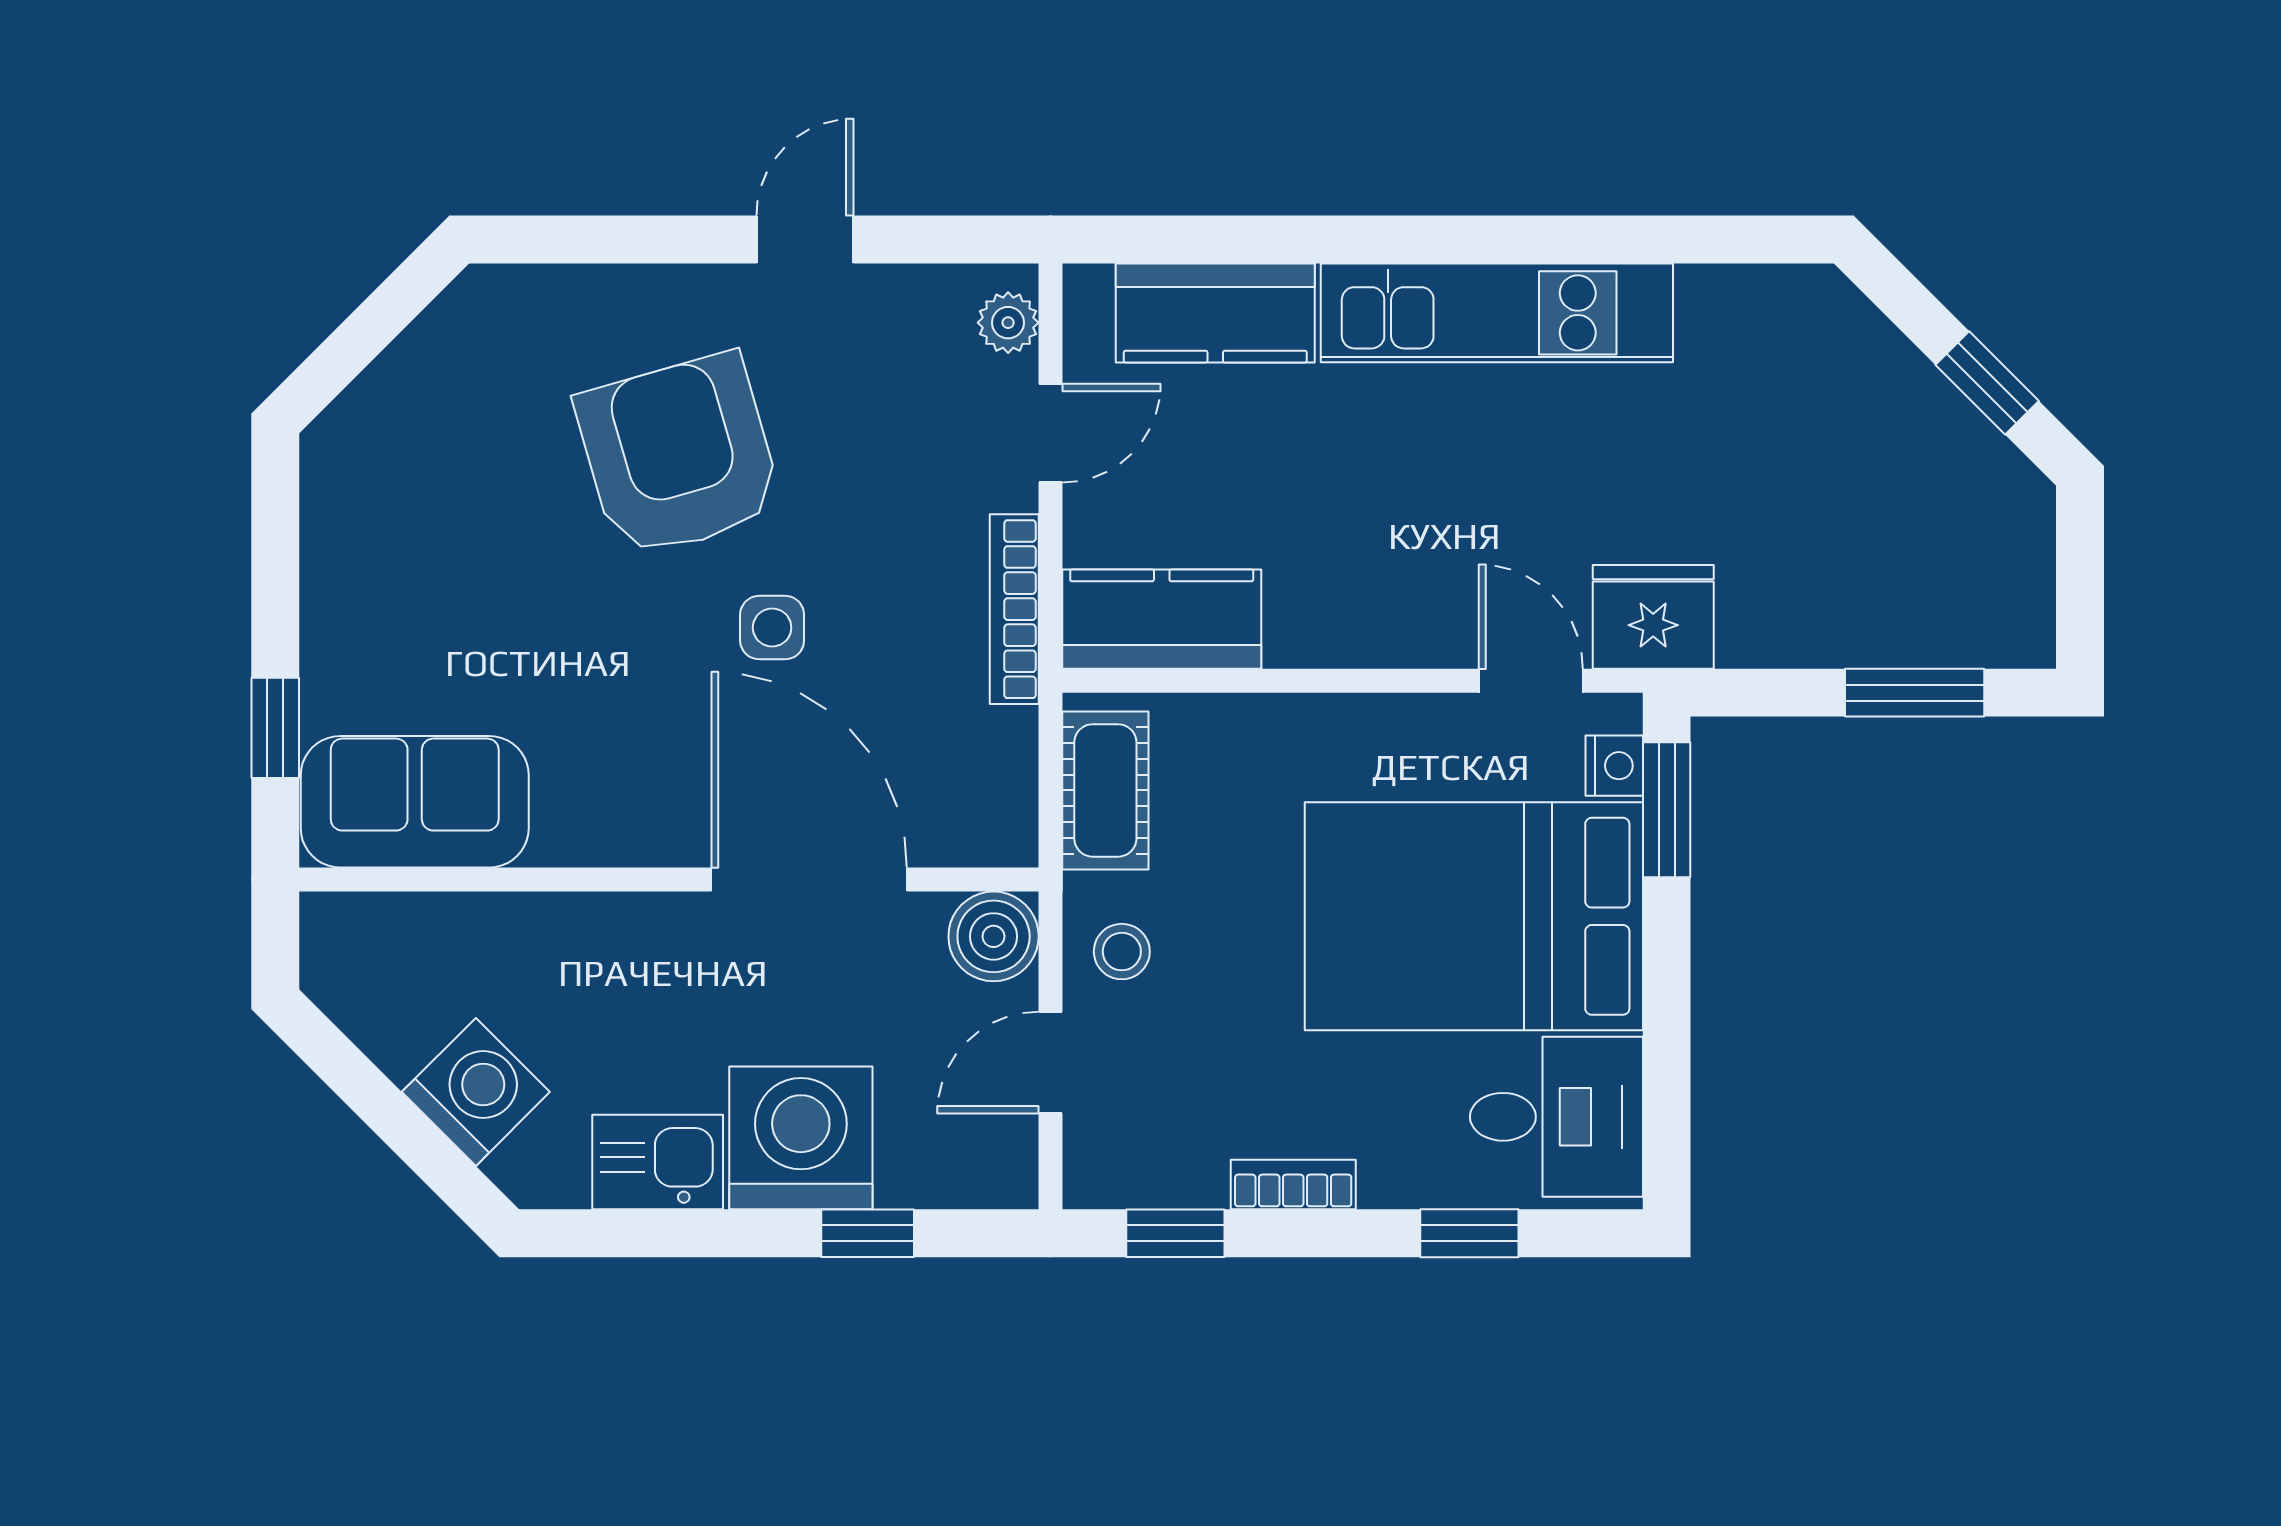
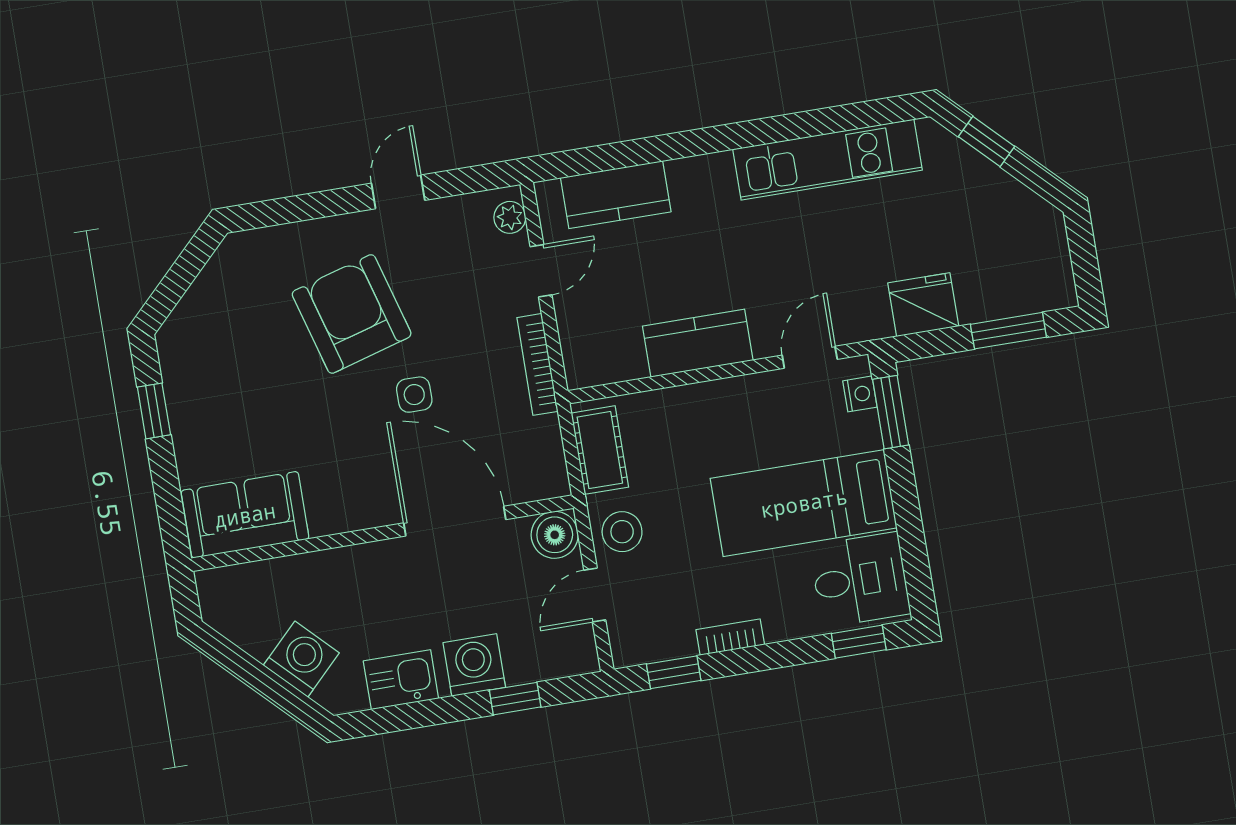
kitchen unit: (1497, 313) -> (827, 160), moved
window: (1987, 383) -> (987, 141), moved
fridge: (1653, 617) -> (923, 305), moved
kitchen counter: (1162, 619) -> (698, 343), moved
door: (1531, 681) -> (810, 357), hinge flipped
window: (275, 728) -> (154, 411), moved
bed: (1474, 916) -> (804, 503), width x0.67
stool: (1122, 952) -> (622, 532), width x1.37, depth x1.37
washing machine: (801, 1138) -> (474, 665), width x0.73, depth x0.73
window: (1469, 1233) -> (859, 642), moved

